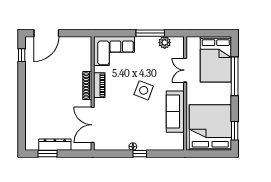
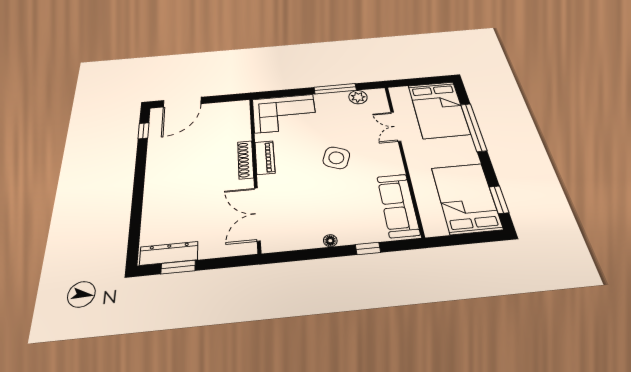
sofa: (175, 112) -> (398, 205), moved
bed: (210, 128) -> (466, 198), width x0.73
dresser: (55, 145) -> (169, 253), moved
window: (140, 154) -> (368, 248), moved

